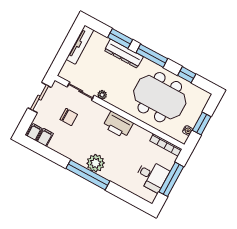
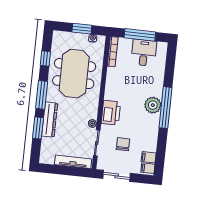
tv unit: (80, 45) -> (73, 162), moved
printer: (118, 125) -> (111, 113), moved

